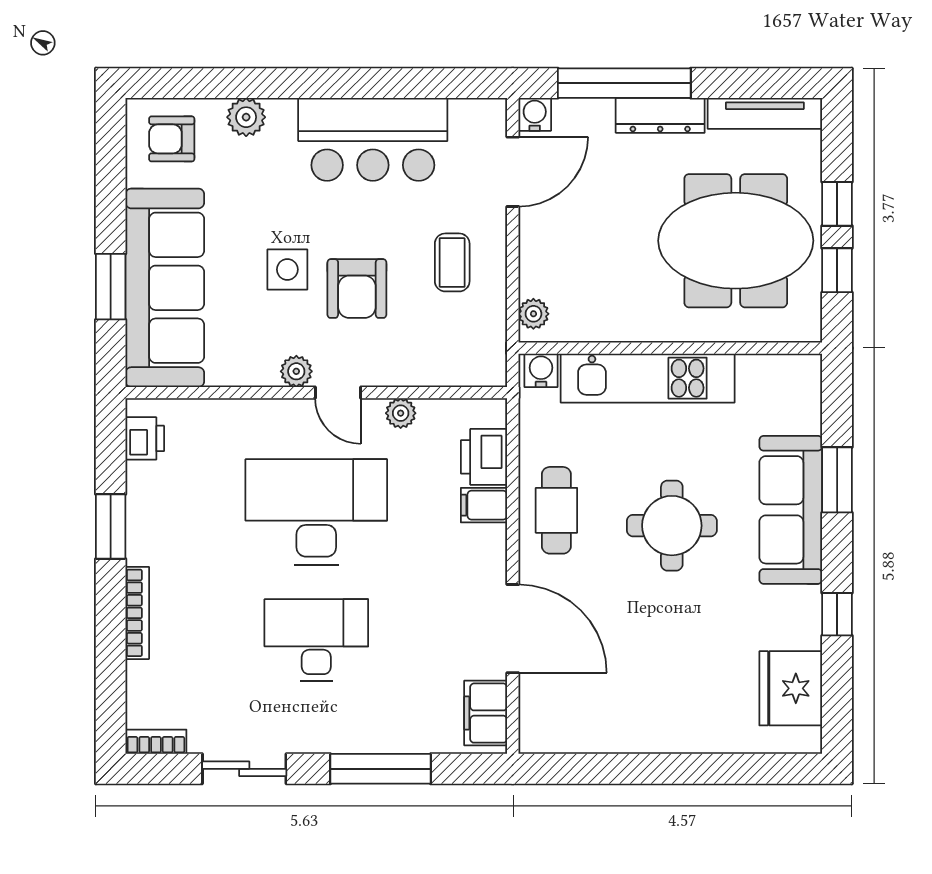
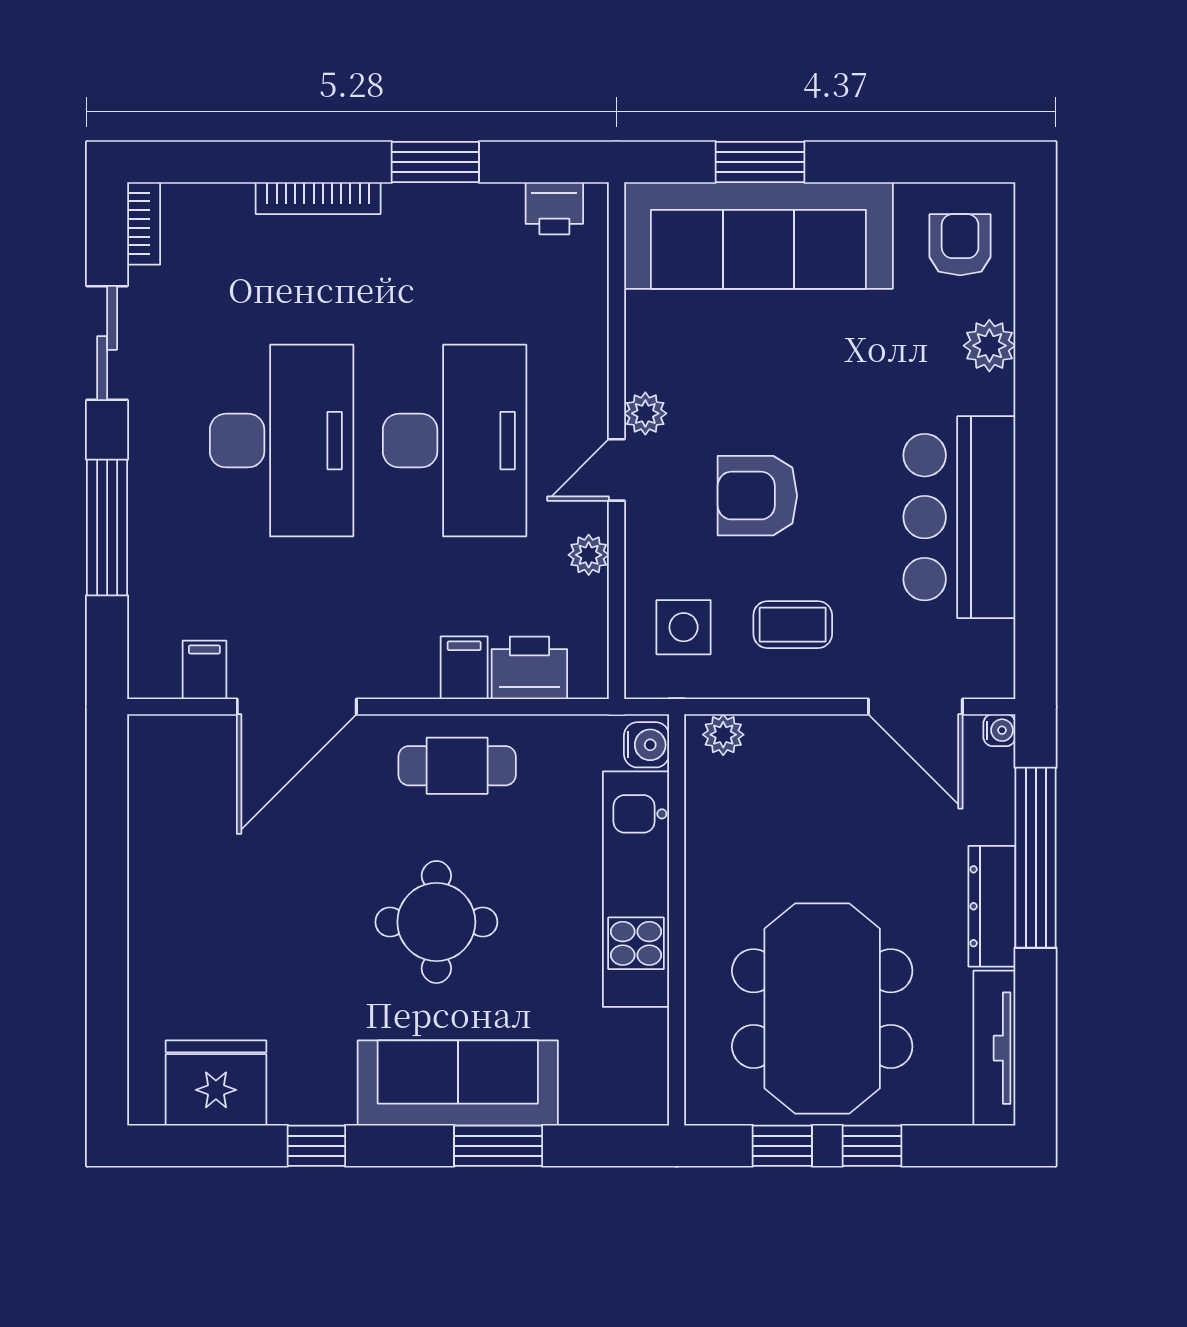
water cooler: (535, 114) -> (999, 730), width x0.72, depth x0.72
side table: (287, 269) -> (684, 627), moved
desk: (316, 640) -> (282, 441), width x1.36, depth x1.30
filing cabinet: (486, 713) -> (204, 670), width x0.50

